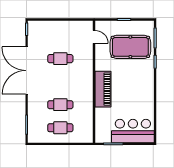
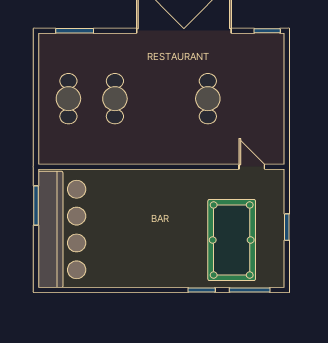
door: (94, 37) -> (252, 167), swing flipped
piano: (103, 89) -> (146, 185), removed
bar counter: (133, 131) -> (62, 230), width x1.36

